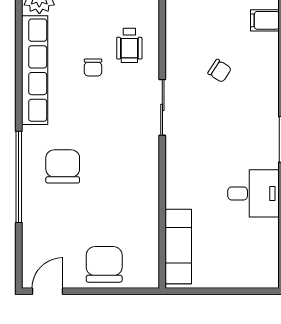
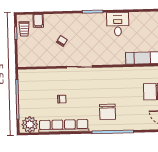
wheelchair: (129, 45) -> (51, 83), removed
chair: (63, 166) -> (107, 112), turned -90

